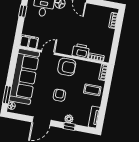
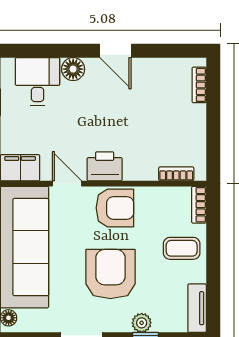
printer: (81, 51) -> (105, 166), moved
door: (48, 52) -> (67, 184), hinge flipped
armchair: (59, 95) -> (110, 274), width x1.88, depth x1.88

